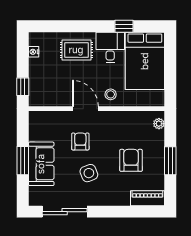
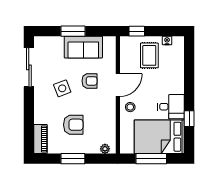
rug: (76, 50) -> (149, 55), moved
window: (170, 70) -> (151, 159), added
sofa: (41, 164) -> (83, 47), moved

